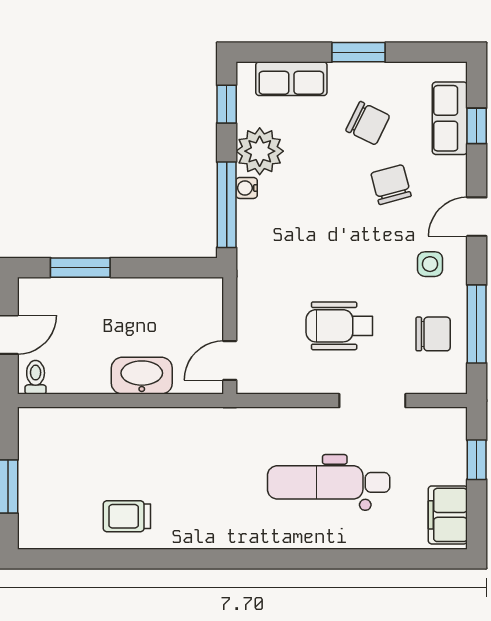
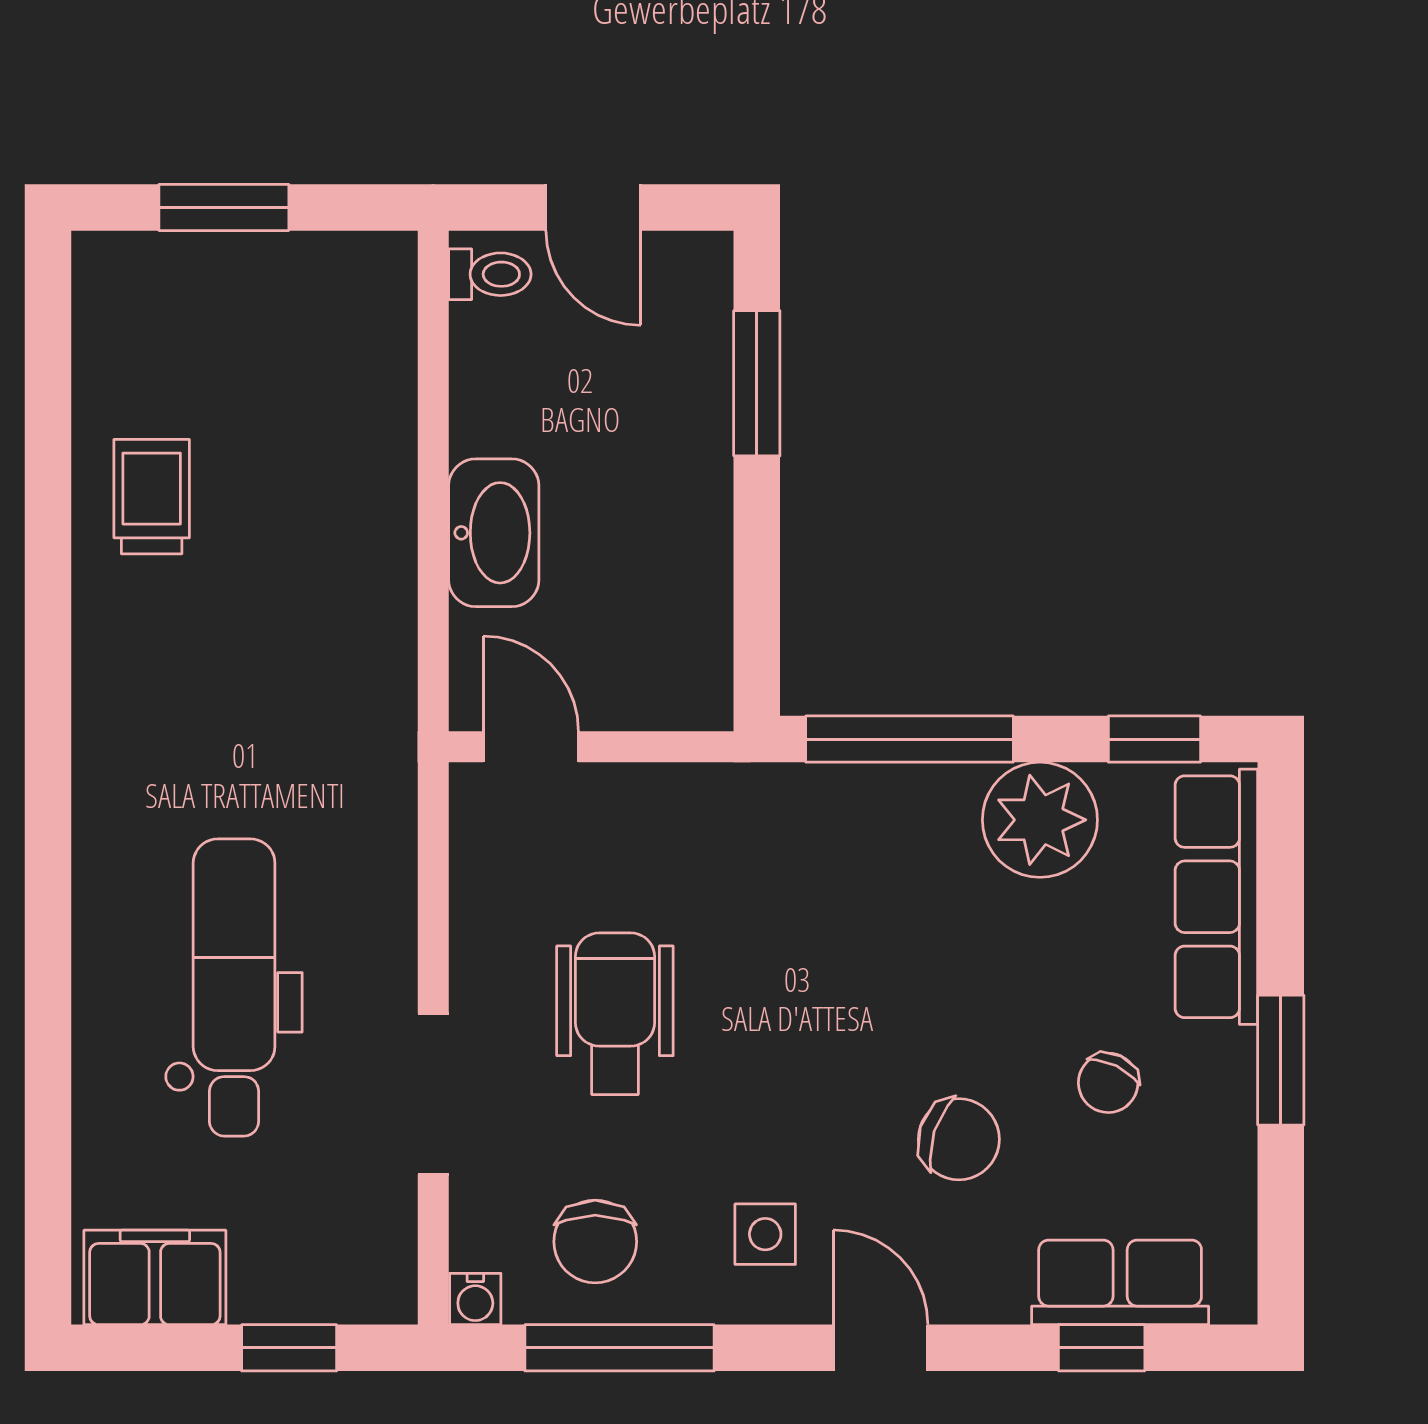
row of seats: (291, 79) -> (1216, 897), width x1.48
chair: (368, 123) -> (1108, 1083), width x0.73, depth x0.73
chair: (391, 185) -> (959, 1139), turned 33
water cooler: (247, 188) -> (475, 1299), moved, turned 180

